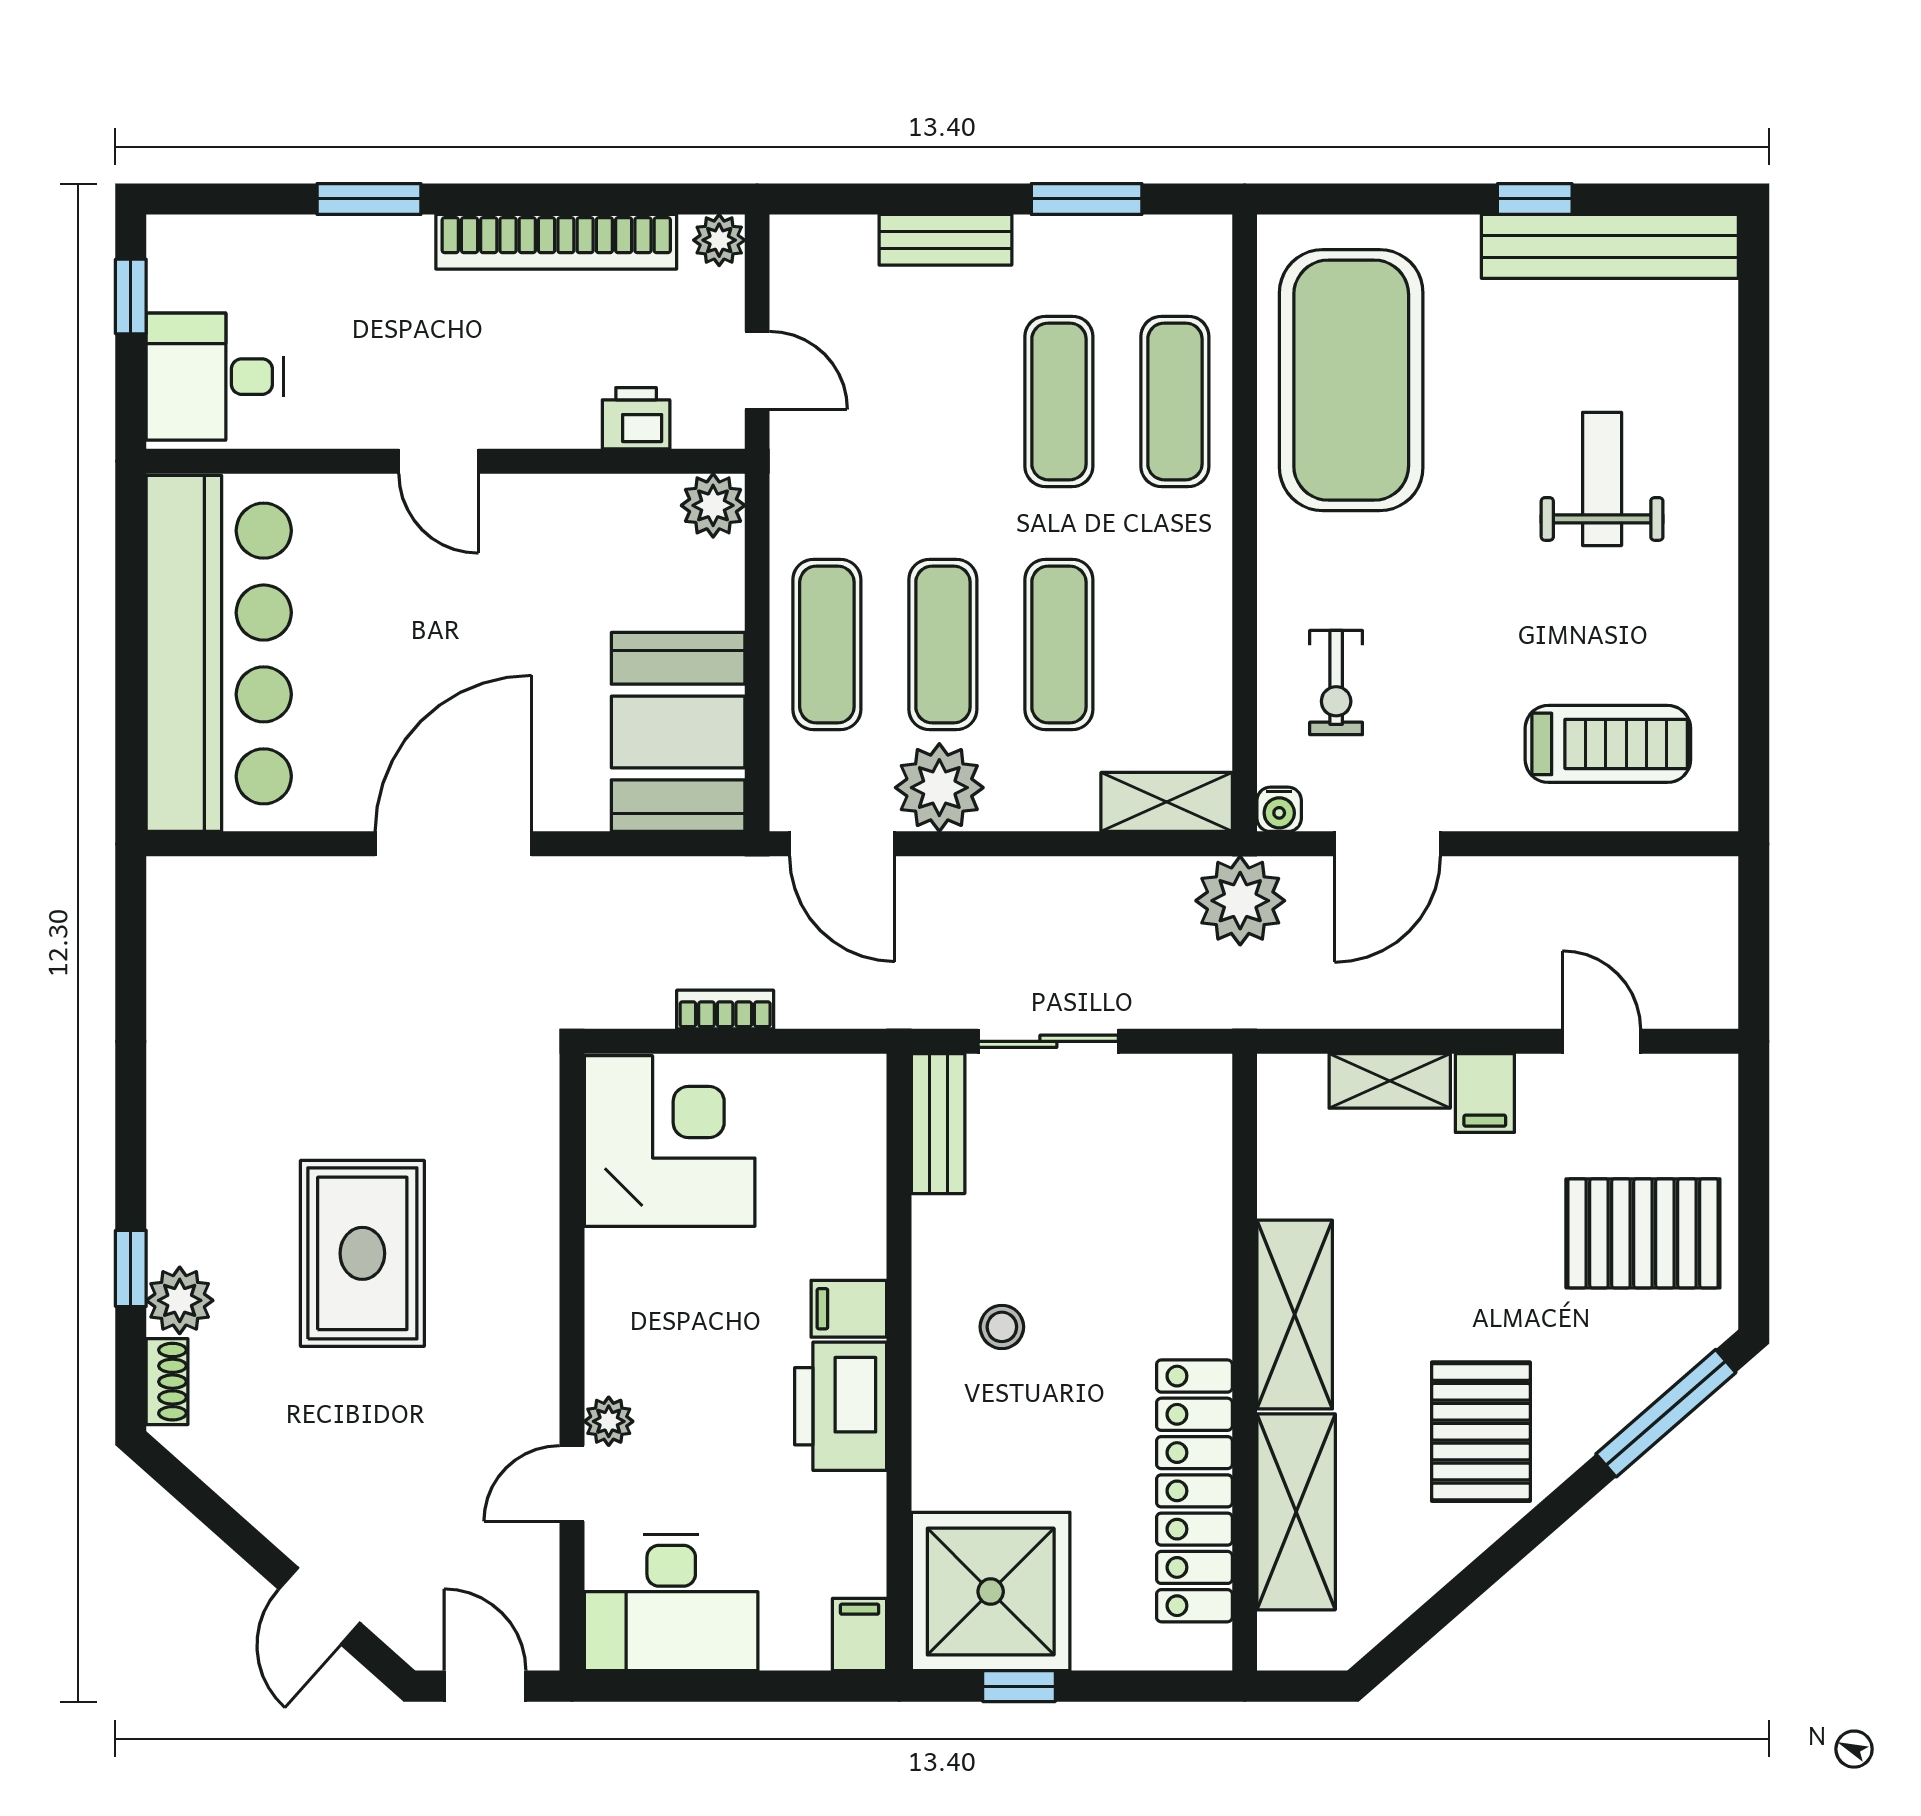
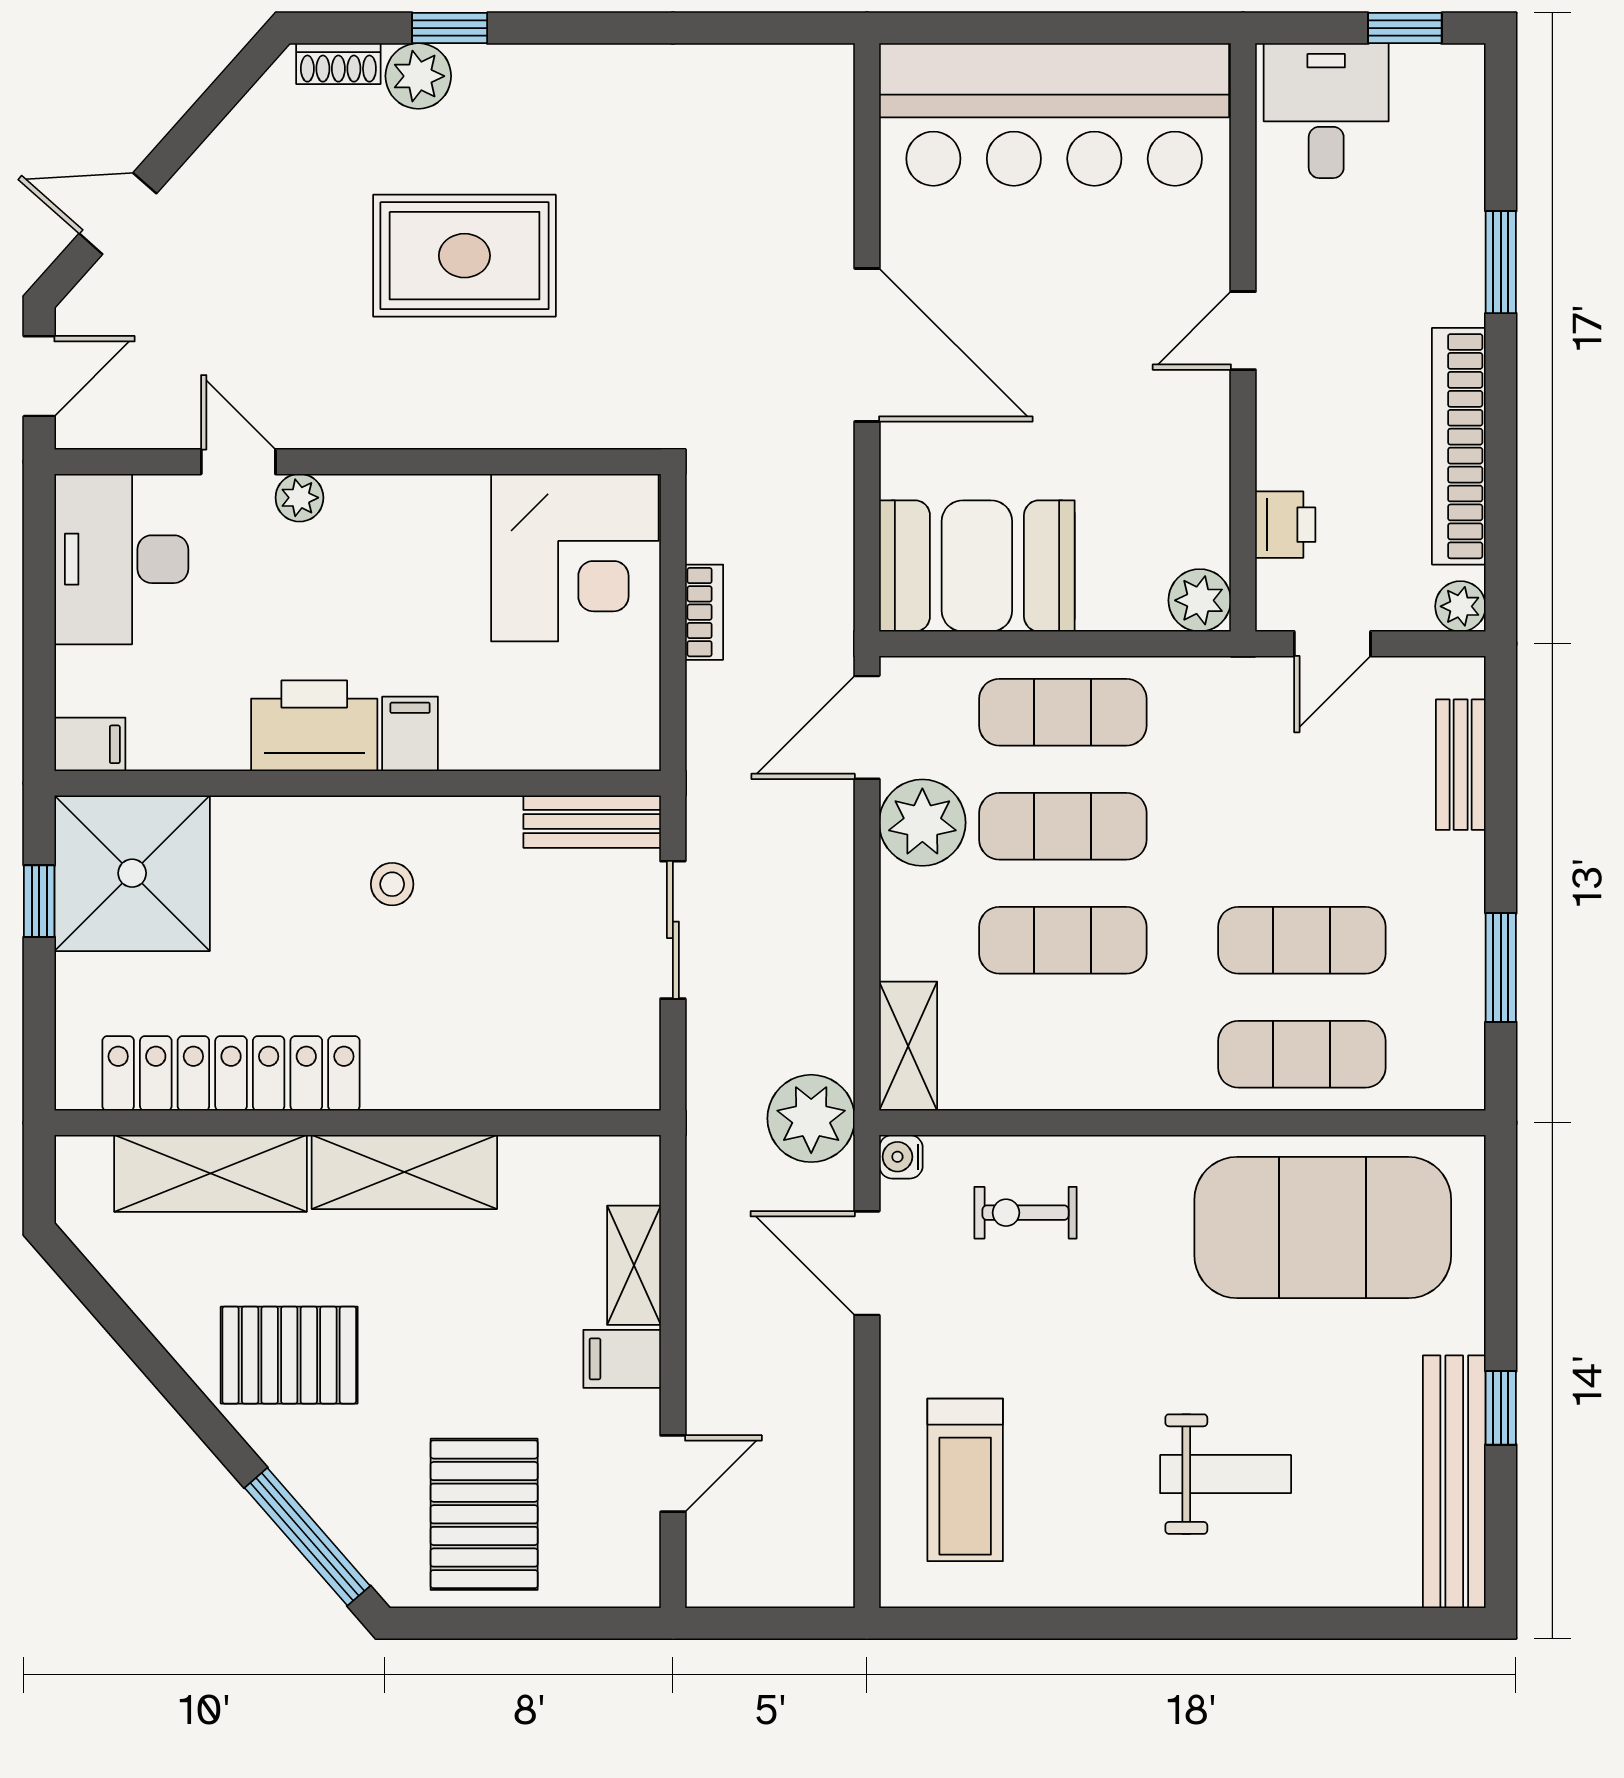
bench: (945, 240) -> (1461, 765), moved

